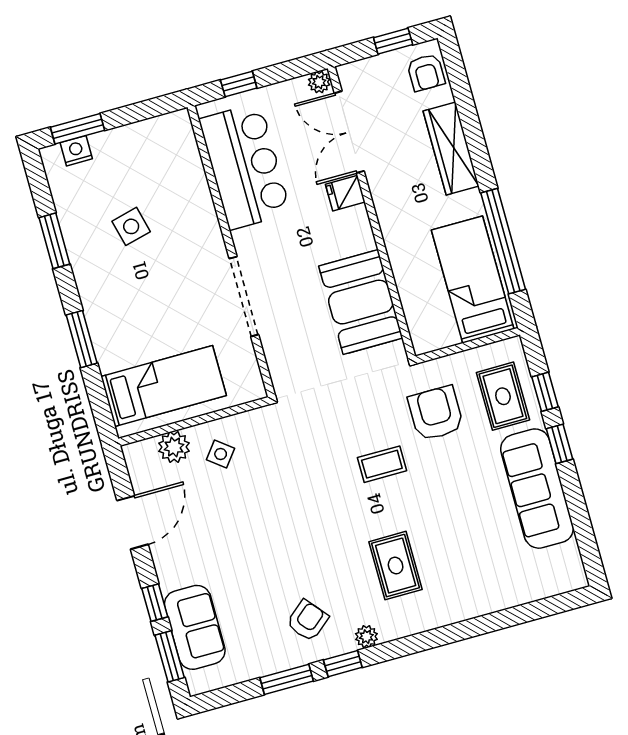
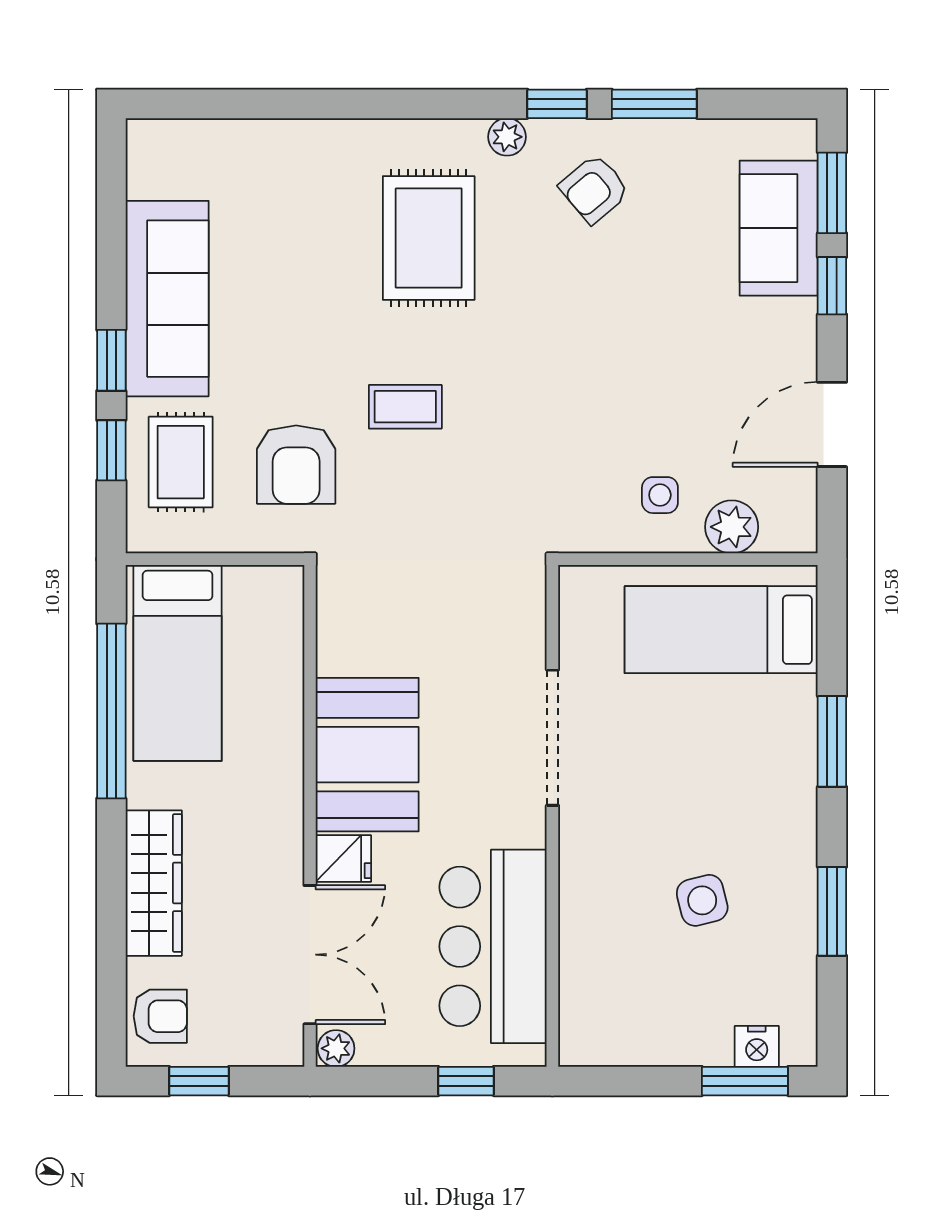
armchair: (426, 73) -> (160, 1016), turned 90
booth: (361, 302) -> (367, 755), moved
side table: (221, 454) -> (660, 495), turned -38
rug: (396, 566) -> (429, 238), width x1.36, depth x1.43

